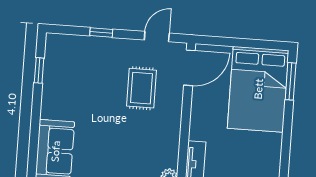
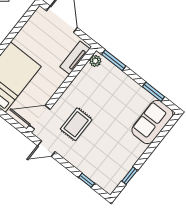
window: (101, 32) -> (87, 180), moved

